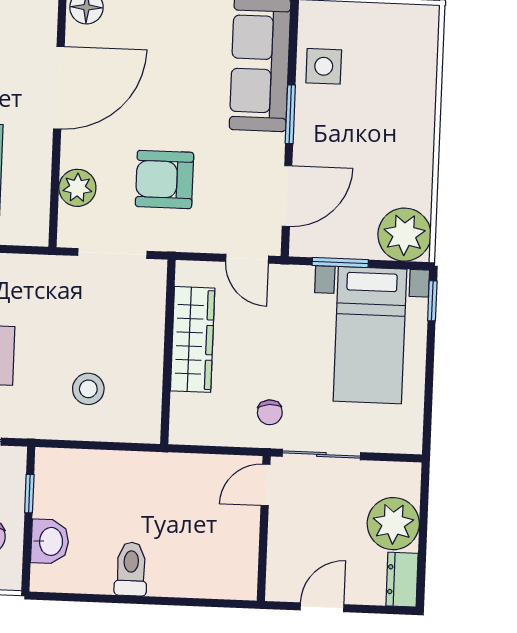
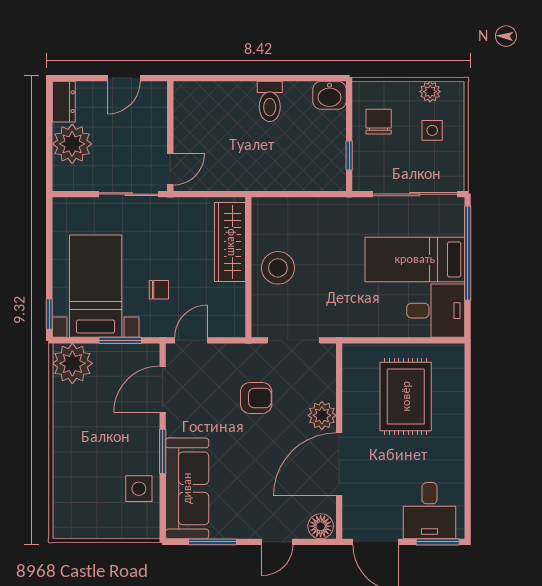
armchair: (164, 179) -> (256, 398), width x0.72, depth x0.72
plant: (77, 188) -> (322, 415), moved
door: (247, 259) -> (191, 340), hinge flipped
wardrobe: (193, 339) -> (230, 242), moved
stool: (88, 389) -> (278, 268), moved, width x1.38, depth x1.38
chair: (270, 412) -> (159, 290), moved, turned 95
washbasin: (50, 541) -> (329, 95), moved, turned -90

